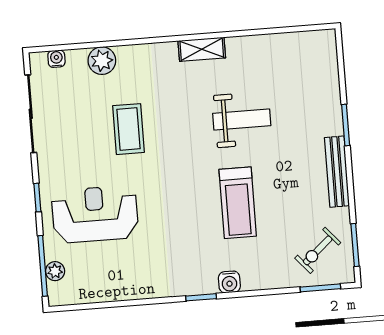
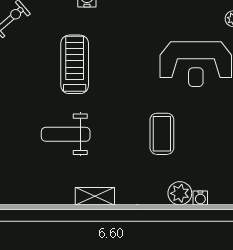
water cooler: (56, 59) -> (200, 198), moved

